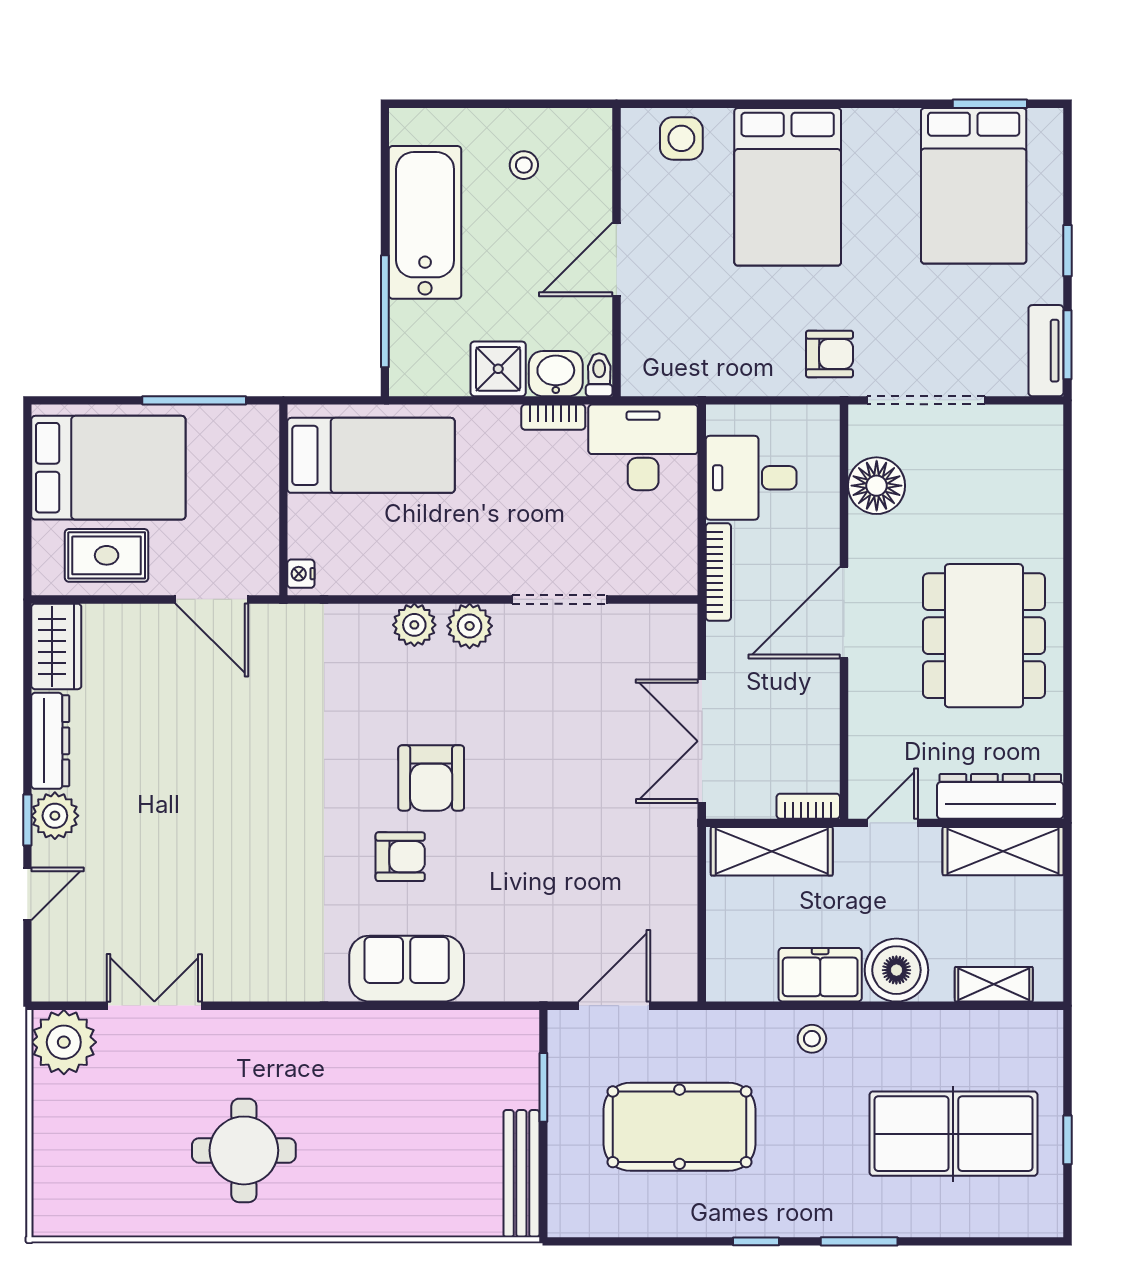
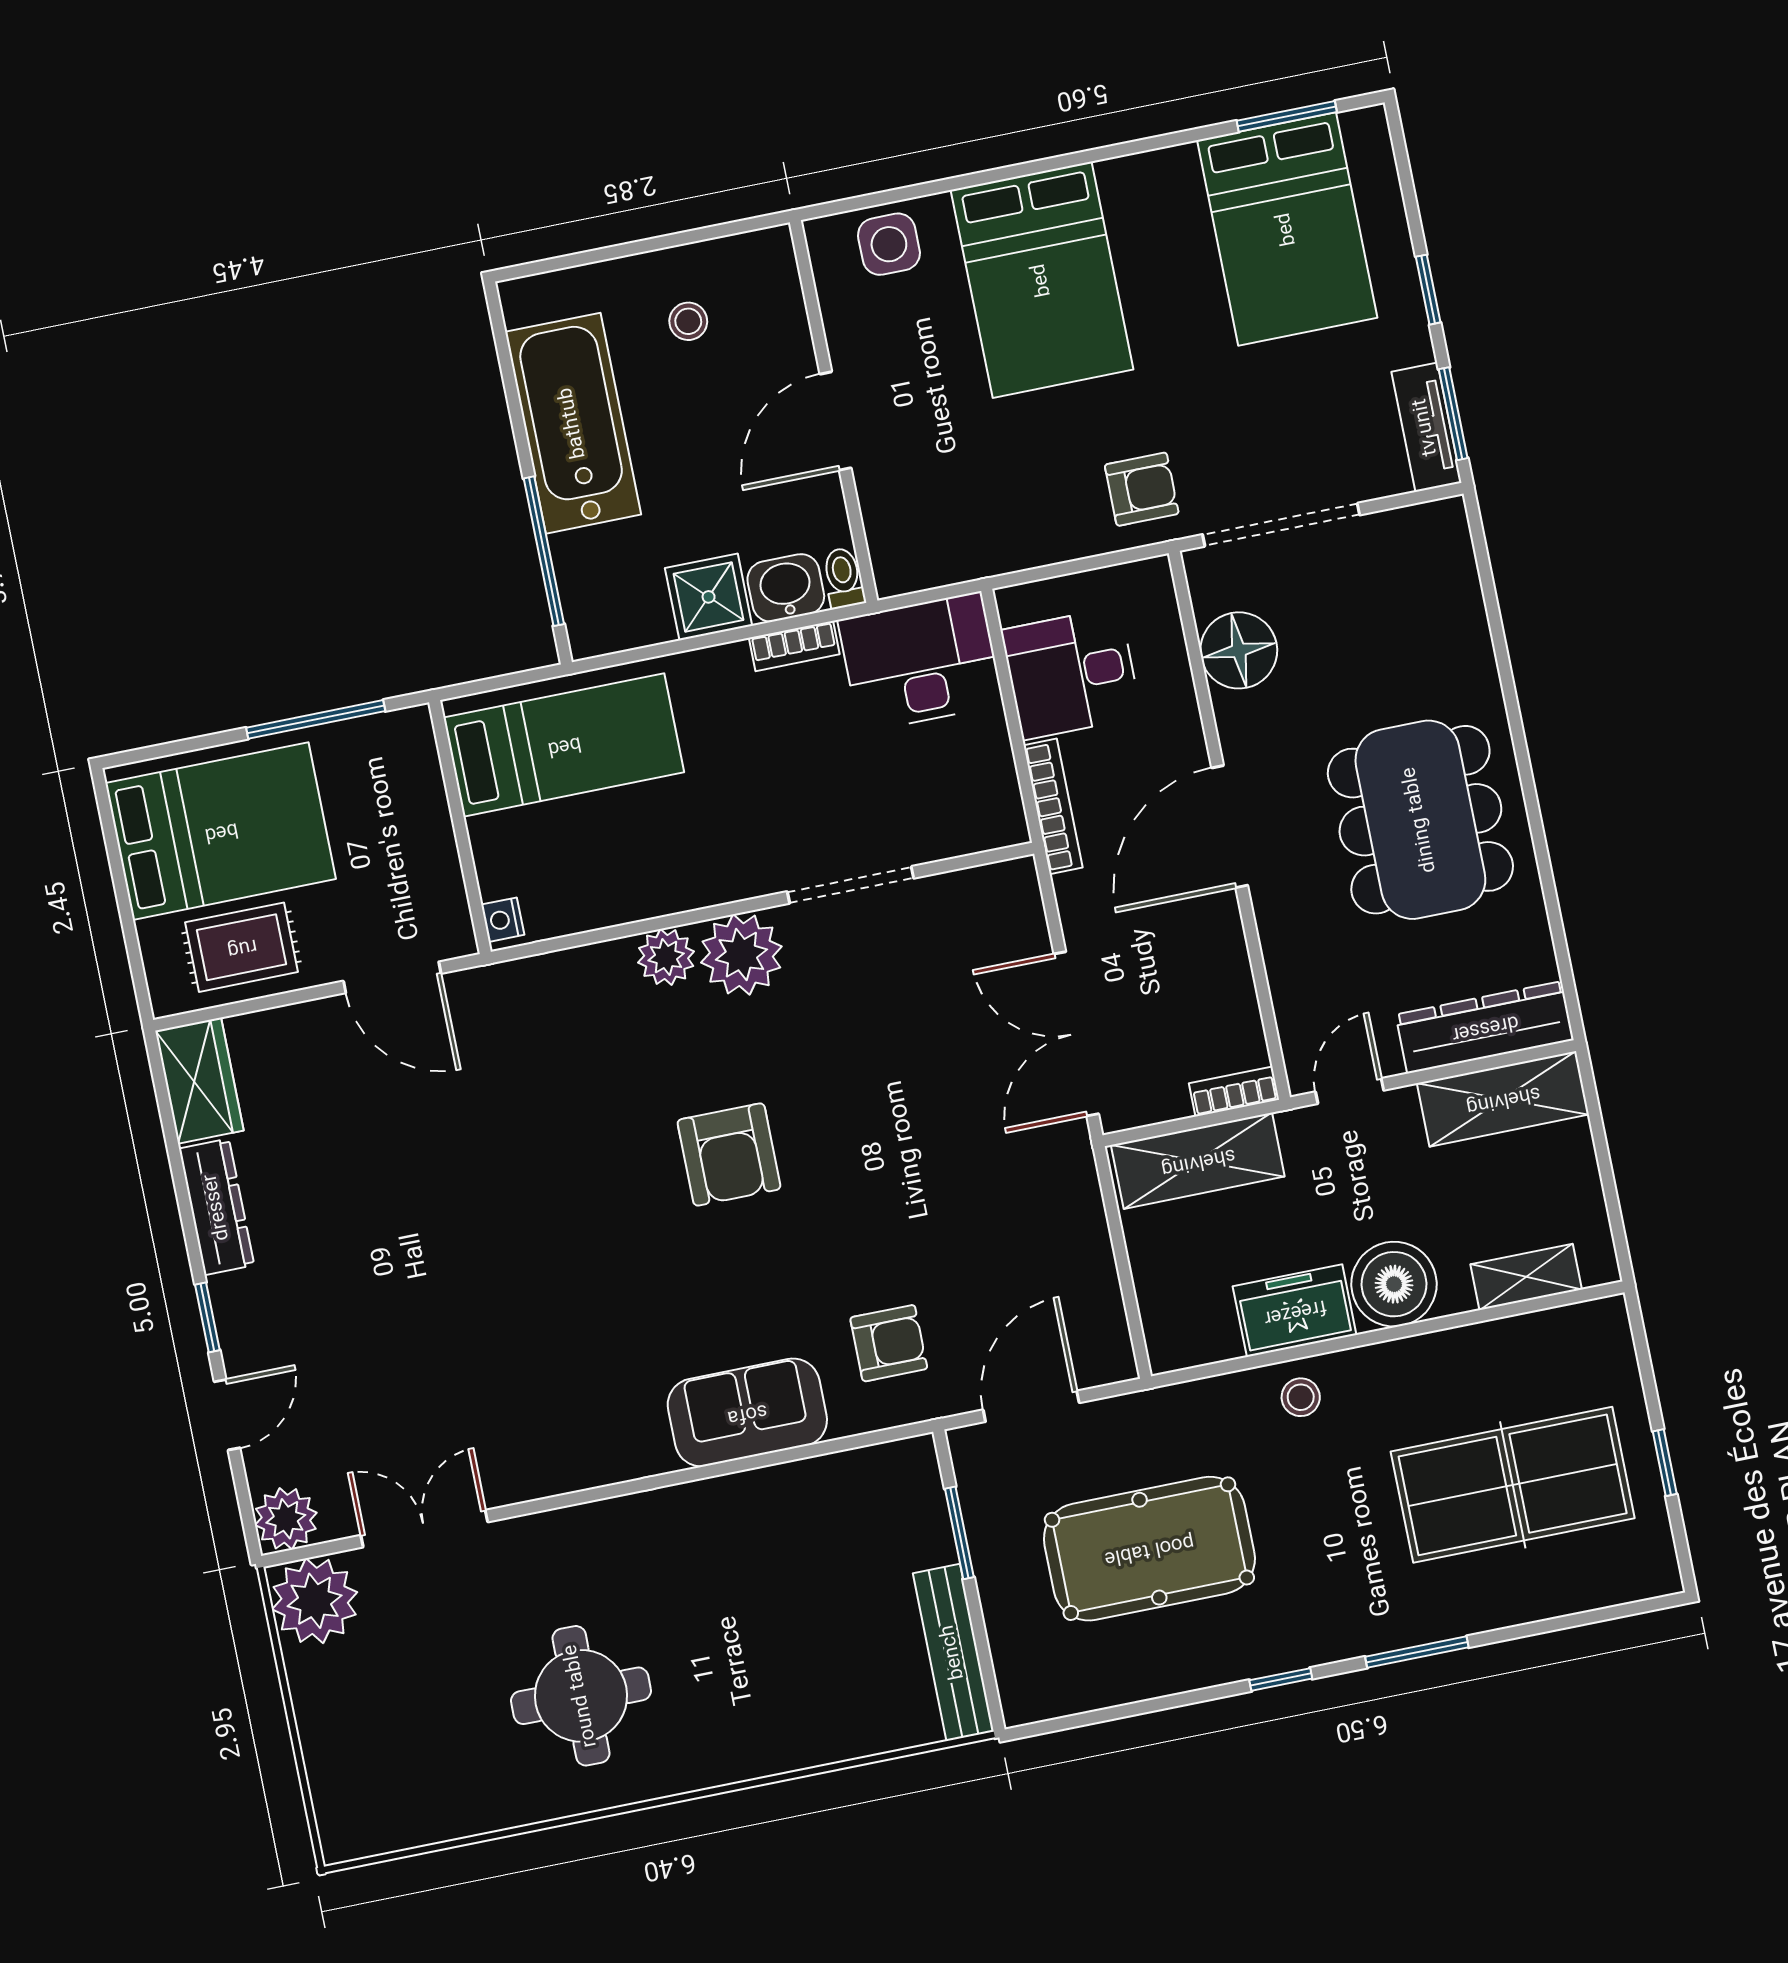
plant: (470, 626) -> (741, 955), width x1.36, depth x1.36
plant: (55, 816) -> (286, 1519), moved
armchair: (400, 857) -> (889, 1343), moved

